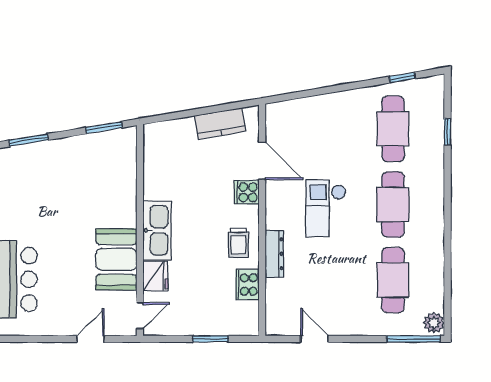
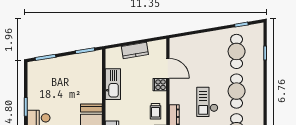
kitchen counter: (220, 123) -> (135, 50), moved
checkout: (326, 209) -> (207, 102), moved
kitchen sink: (157, 230) -> (113, 84), moved

